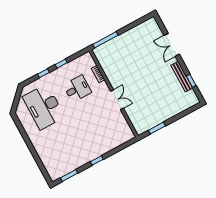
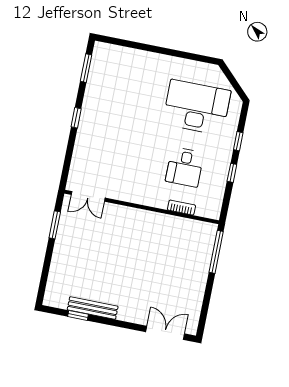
double door: (172, 45) -> (165, 333), moved
double door: (117, 100) -> (88, 196), moved

